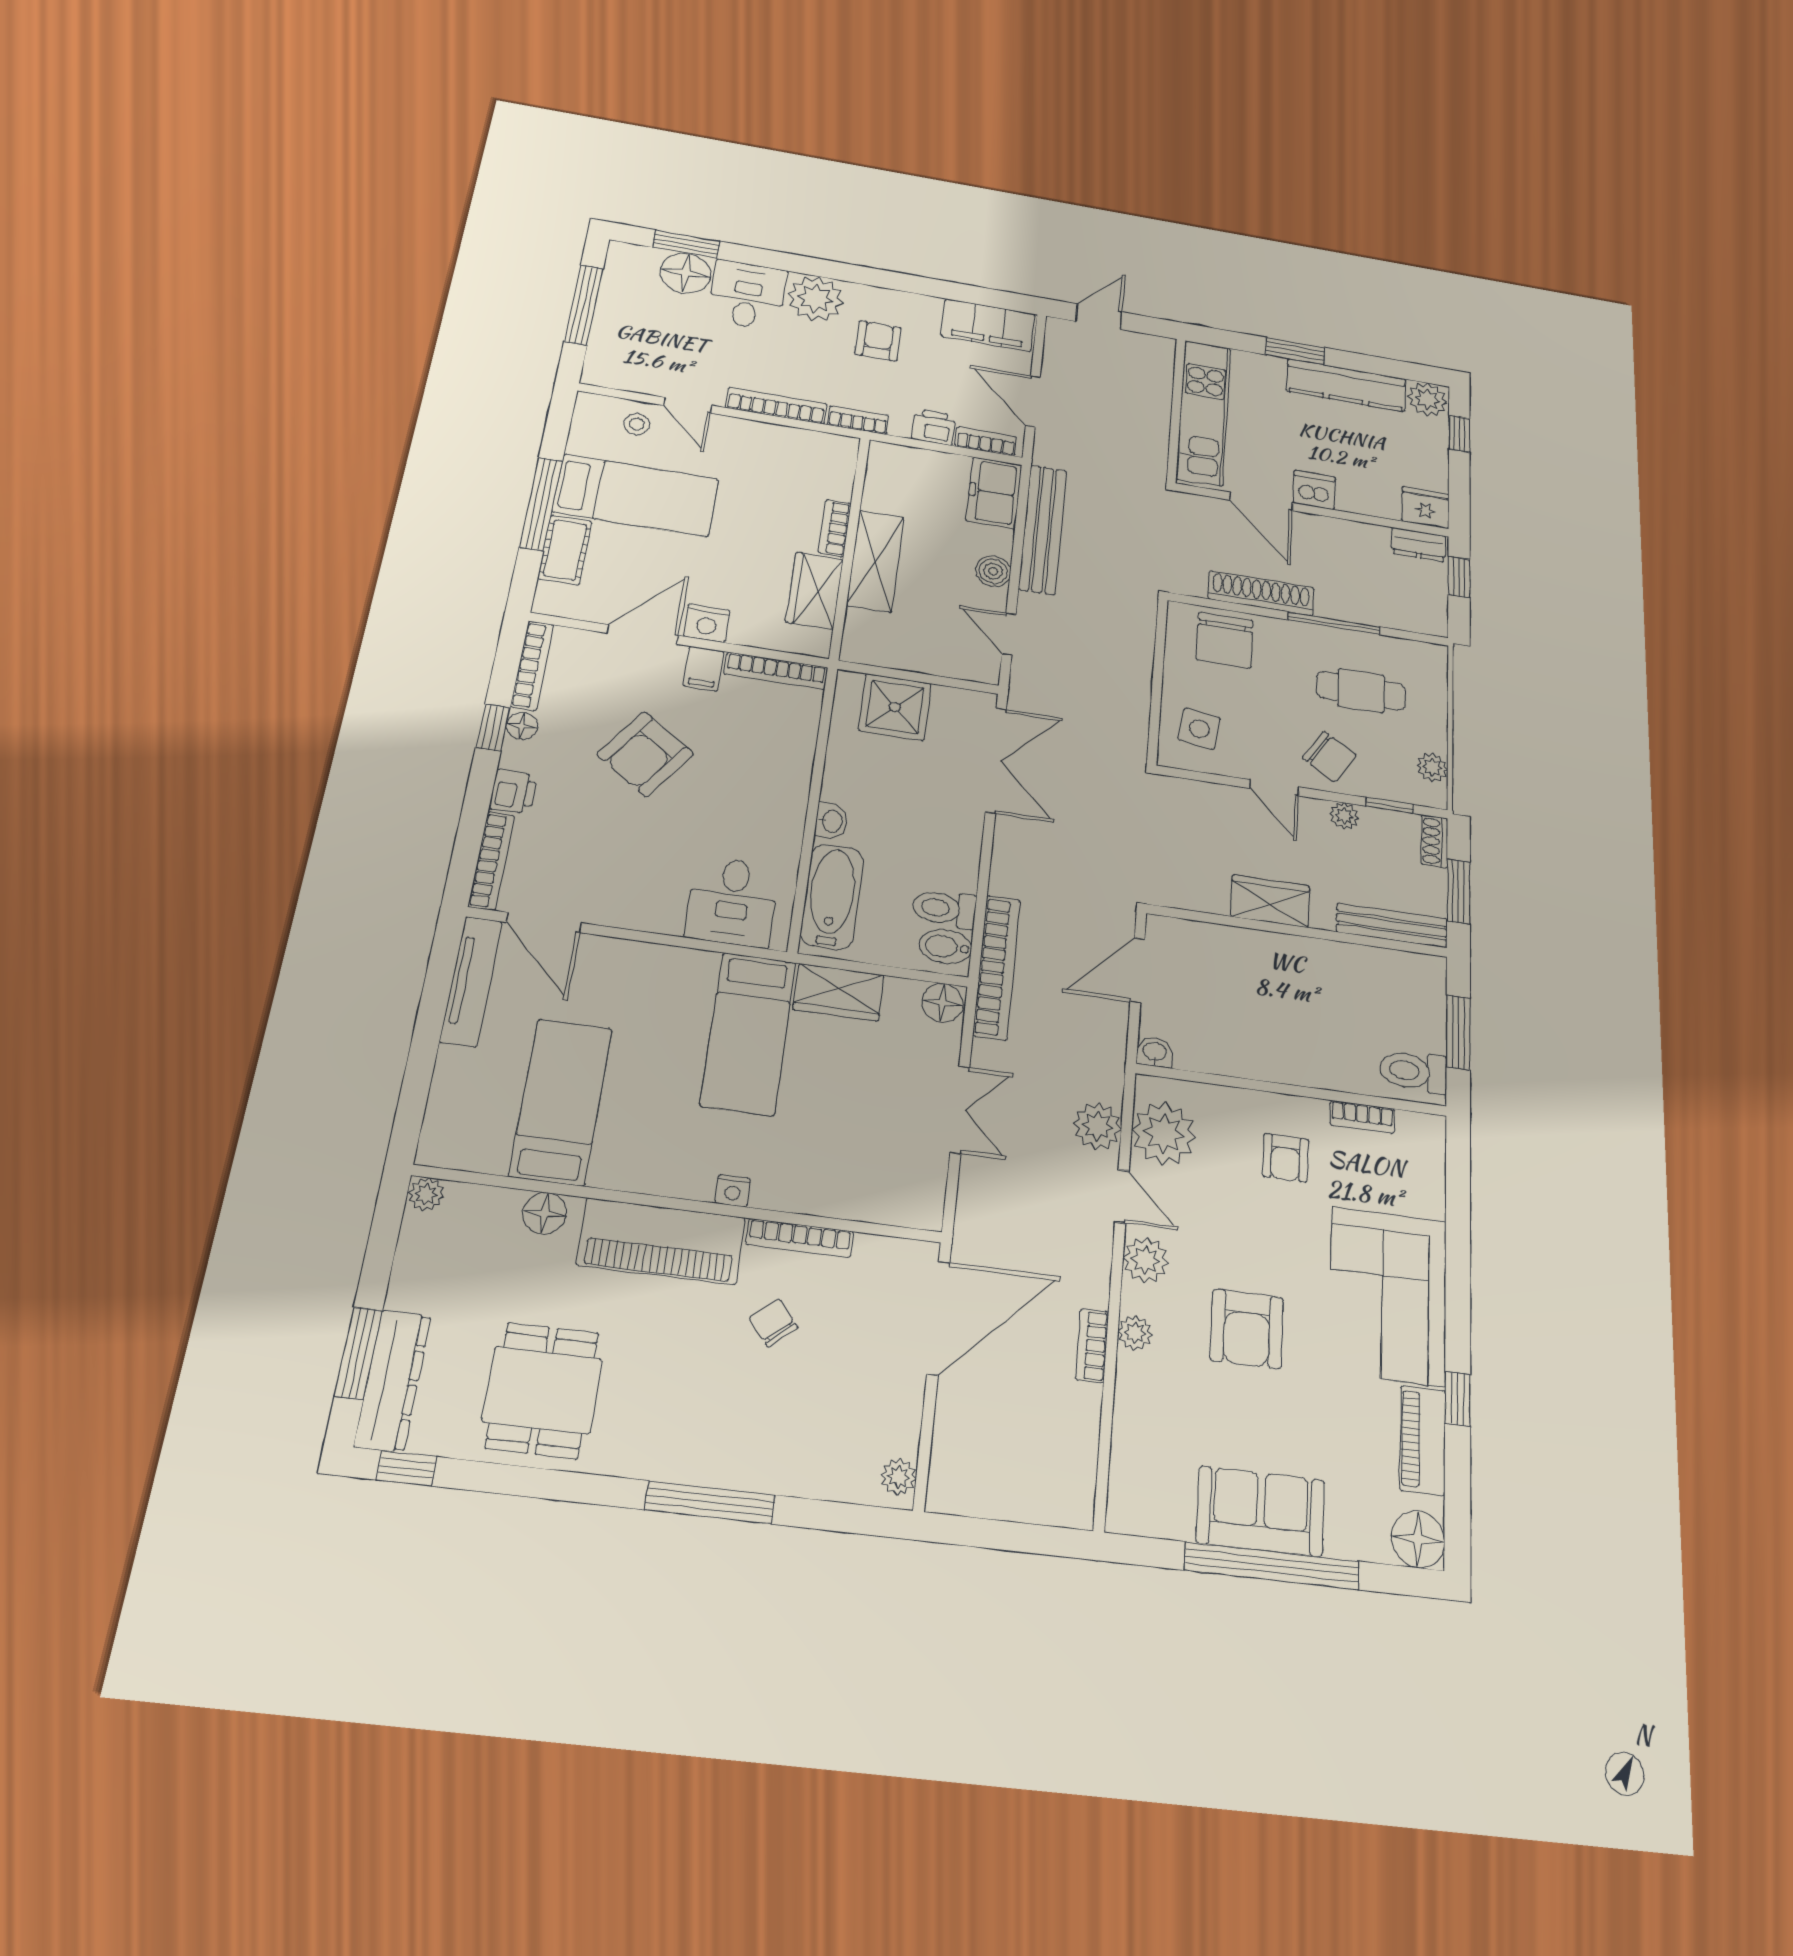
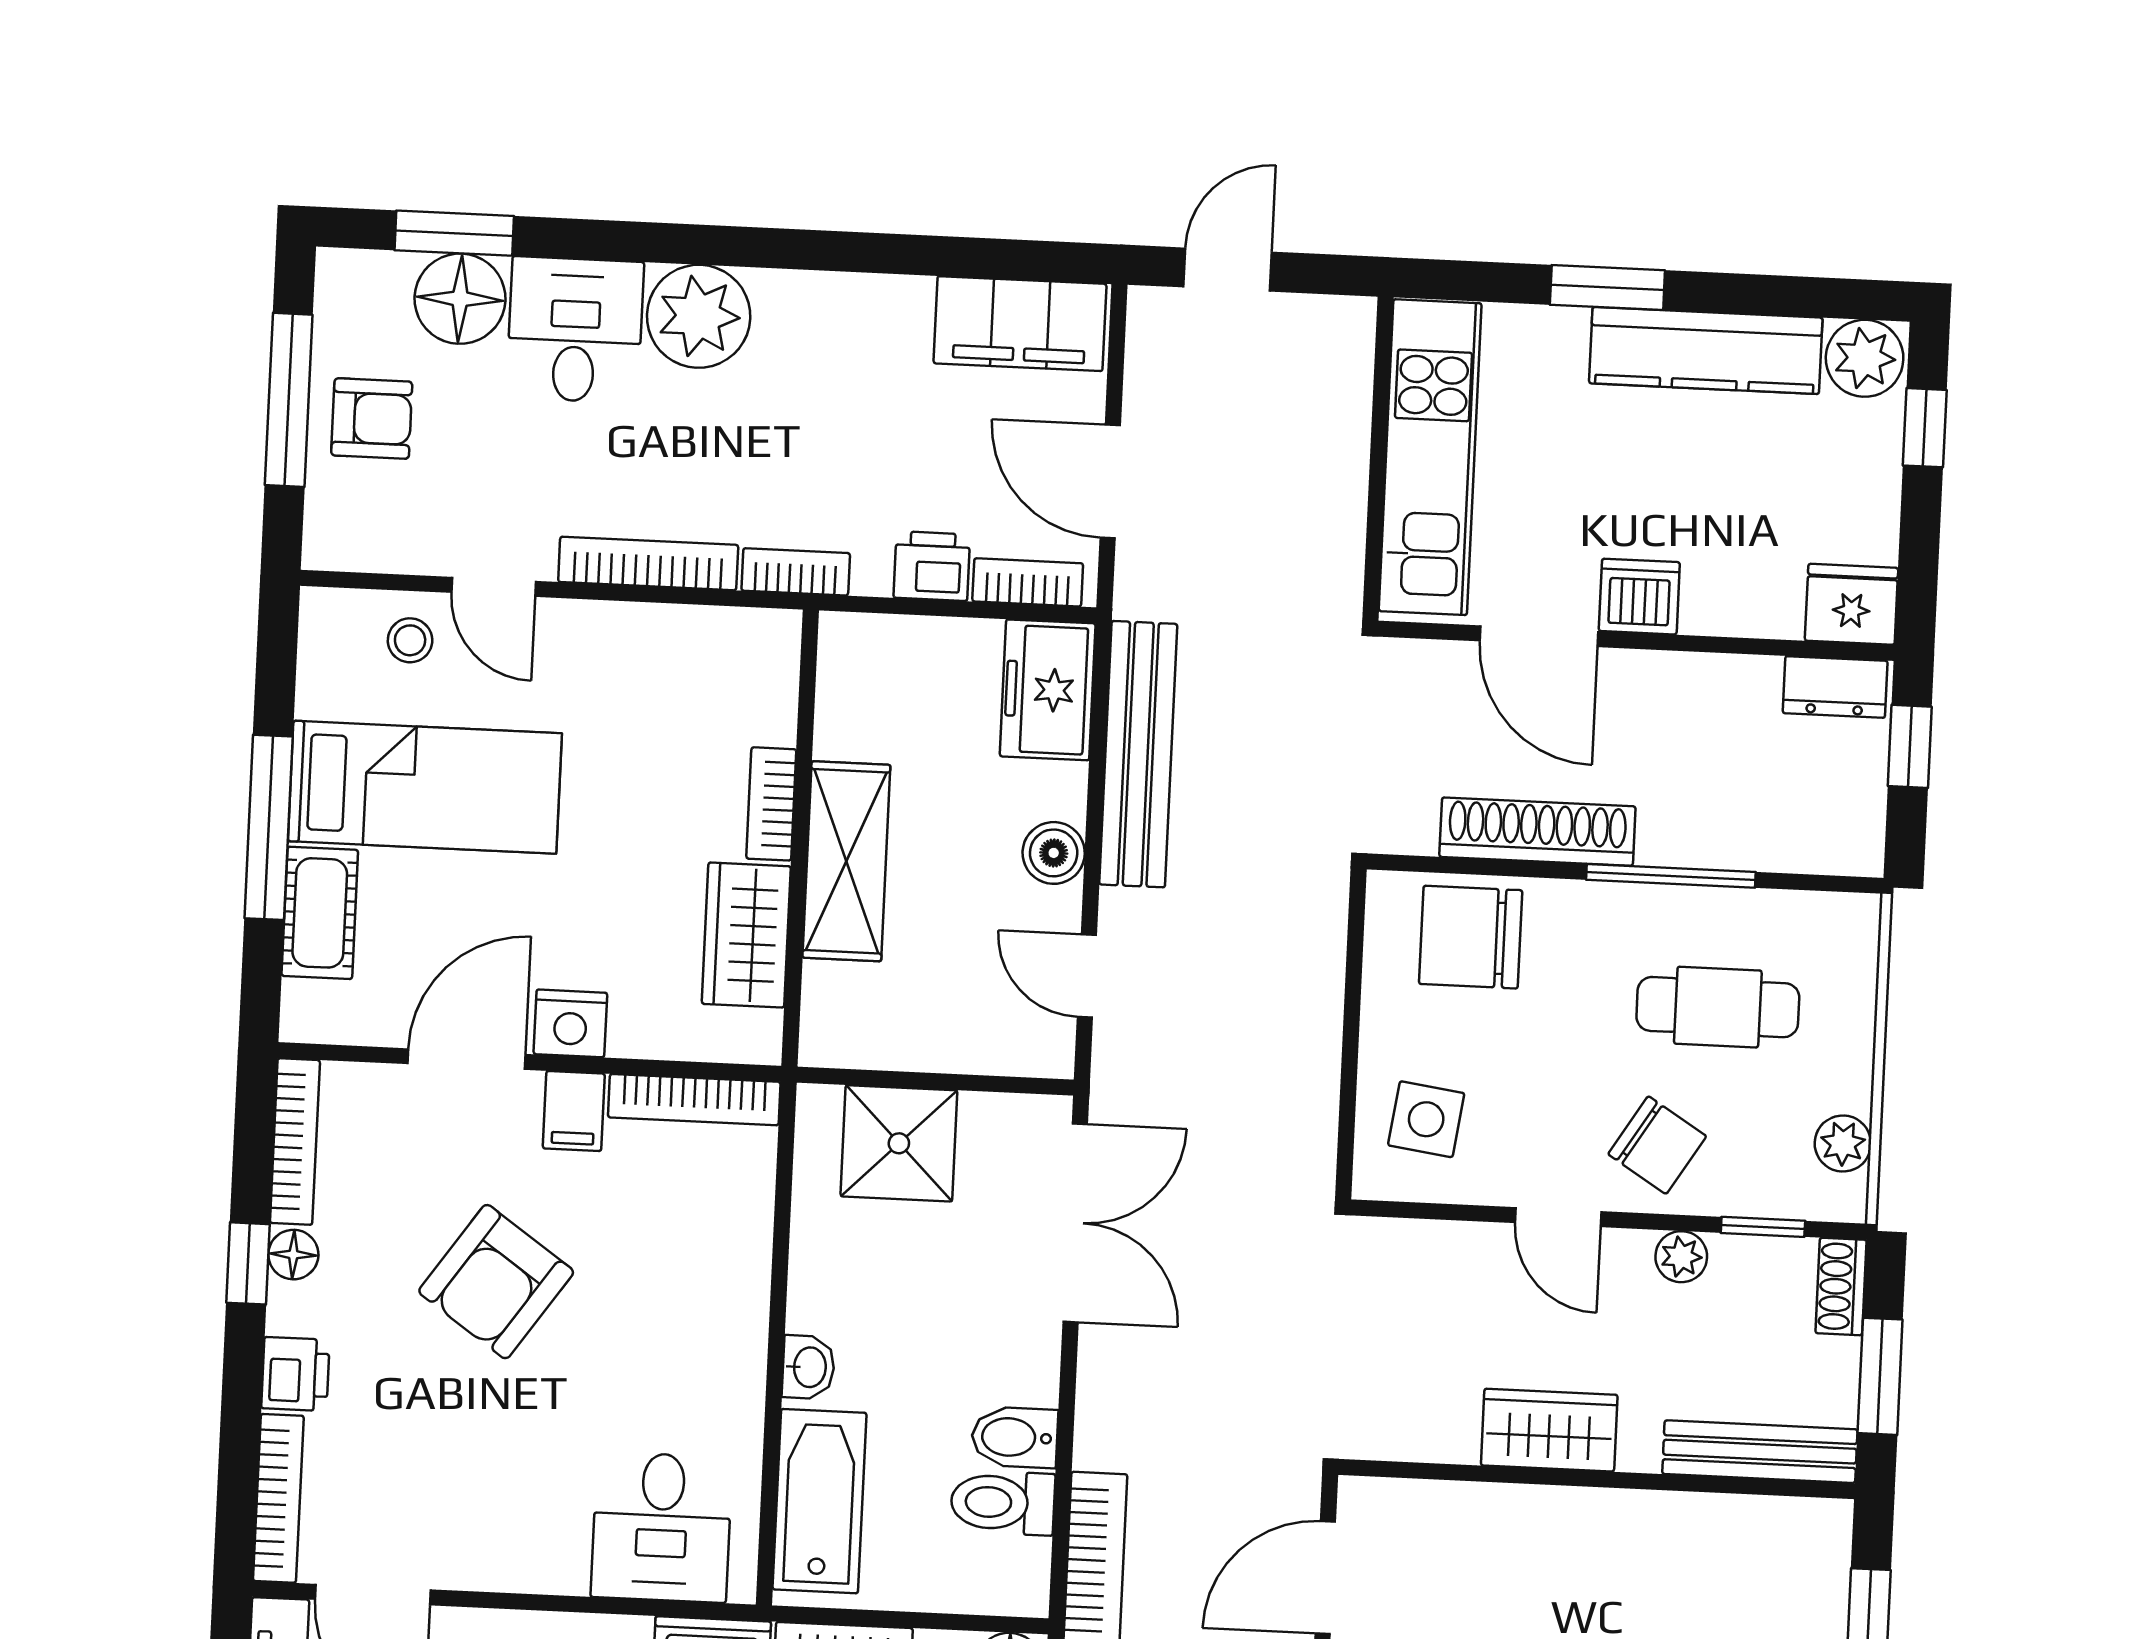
armchair: (878, 341) -> (372, 419), moved, turned 90
chair: (1225, 640) -> (1471, 937), turned 90
bidet: (945, 947) -> (1015, 1437), moved

